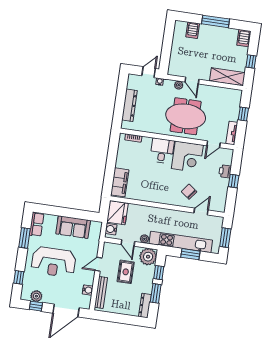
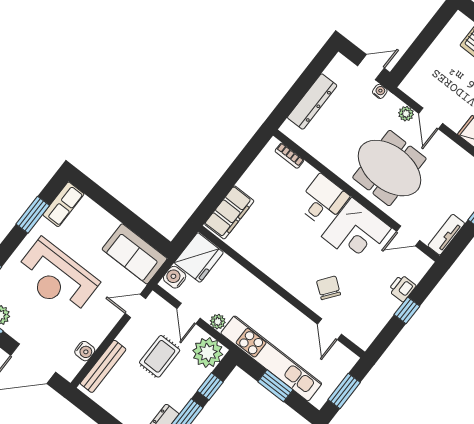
door: (201, 211) -> (329, 329), swing flipped
sofa: (73, 227) -> (135, 254), moved
door: (98, 264) -> (135, 306), moved

